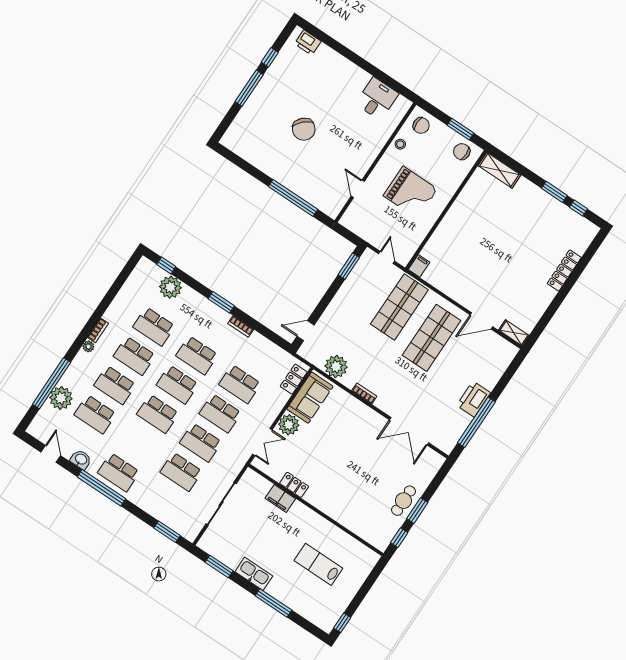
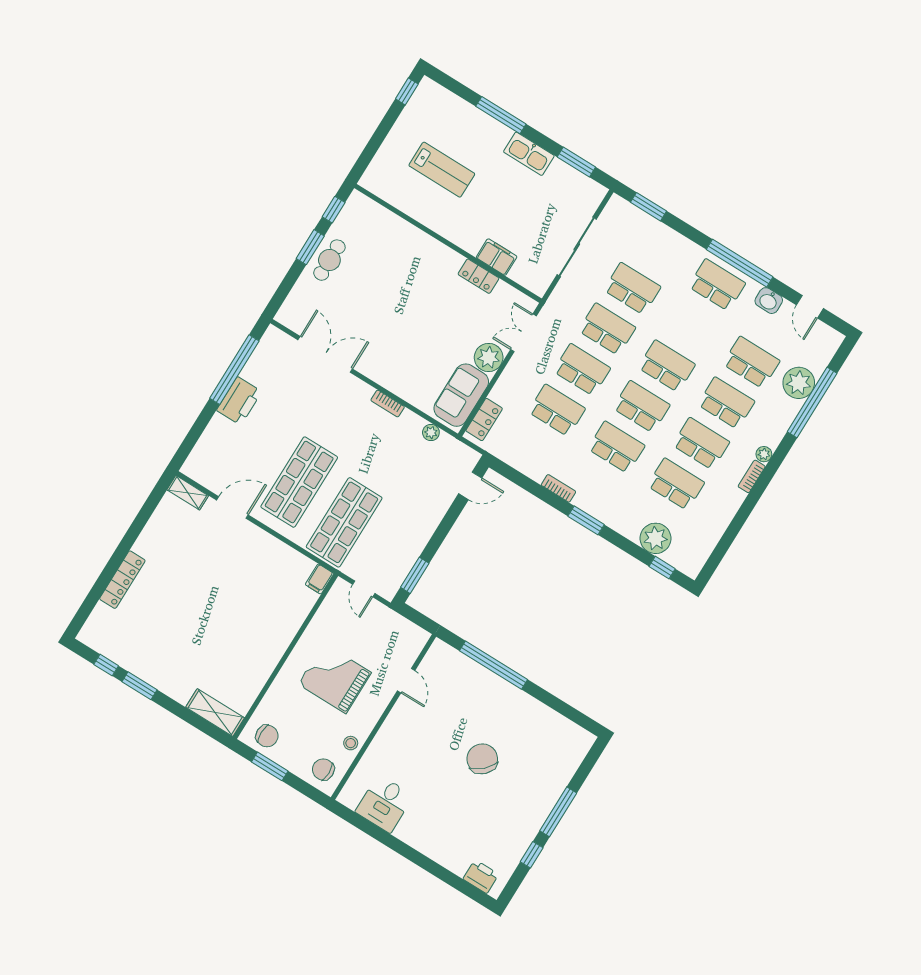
plant: (336, 367) -> (431, 433), width x0.53, depth x0.53

